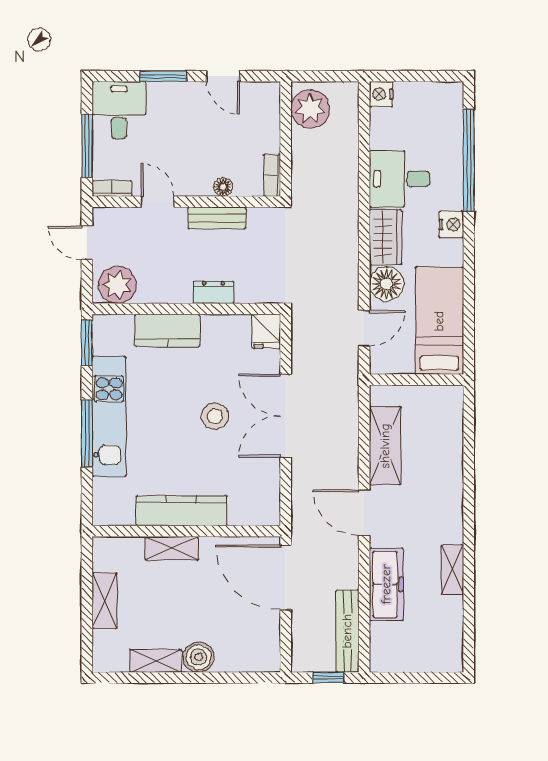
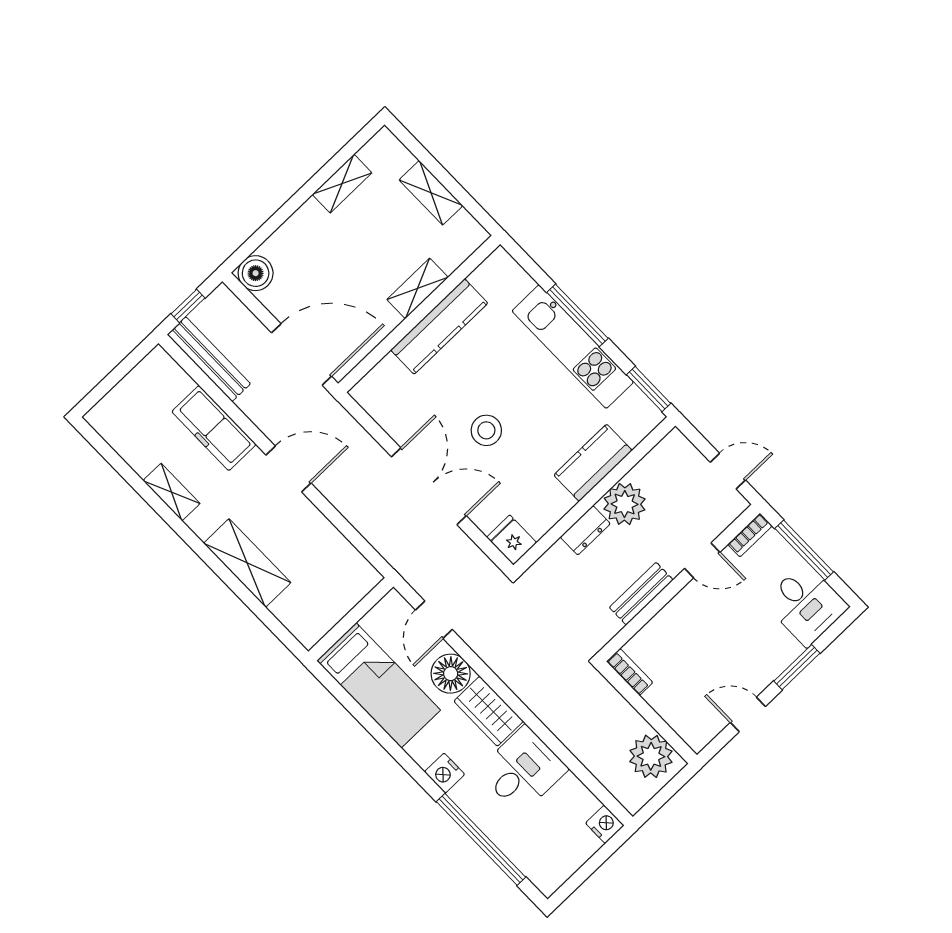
floor lamp: (223, 187) -> (660, 624), removed
plant: (117, 285) -> (625, 504), moved
shelving: (385, 446) -> (247, 563), moved
boiler: (199, 657) -> (256, 273), moved

